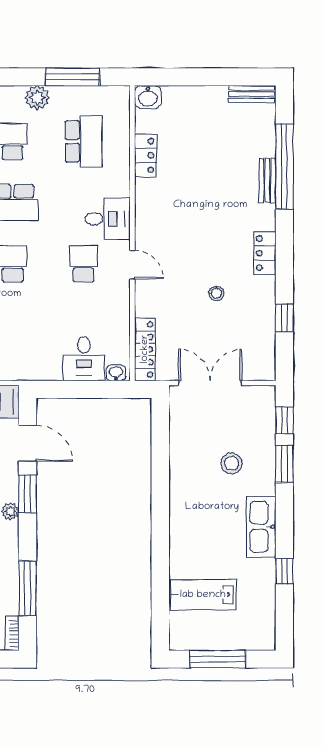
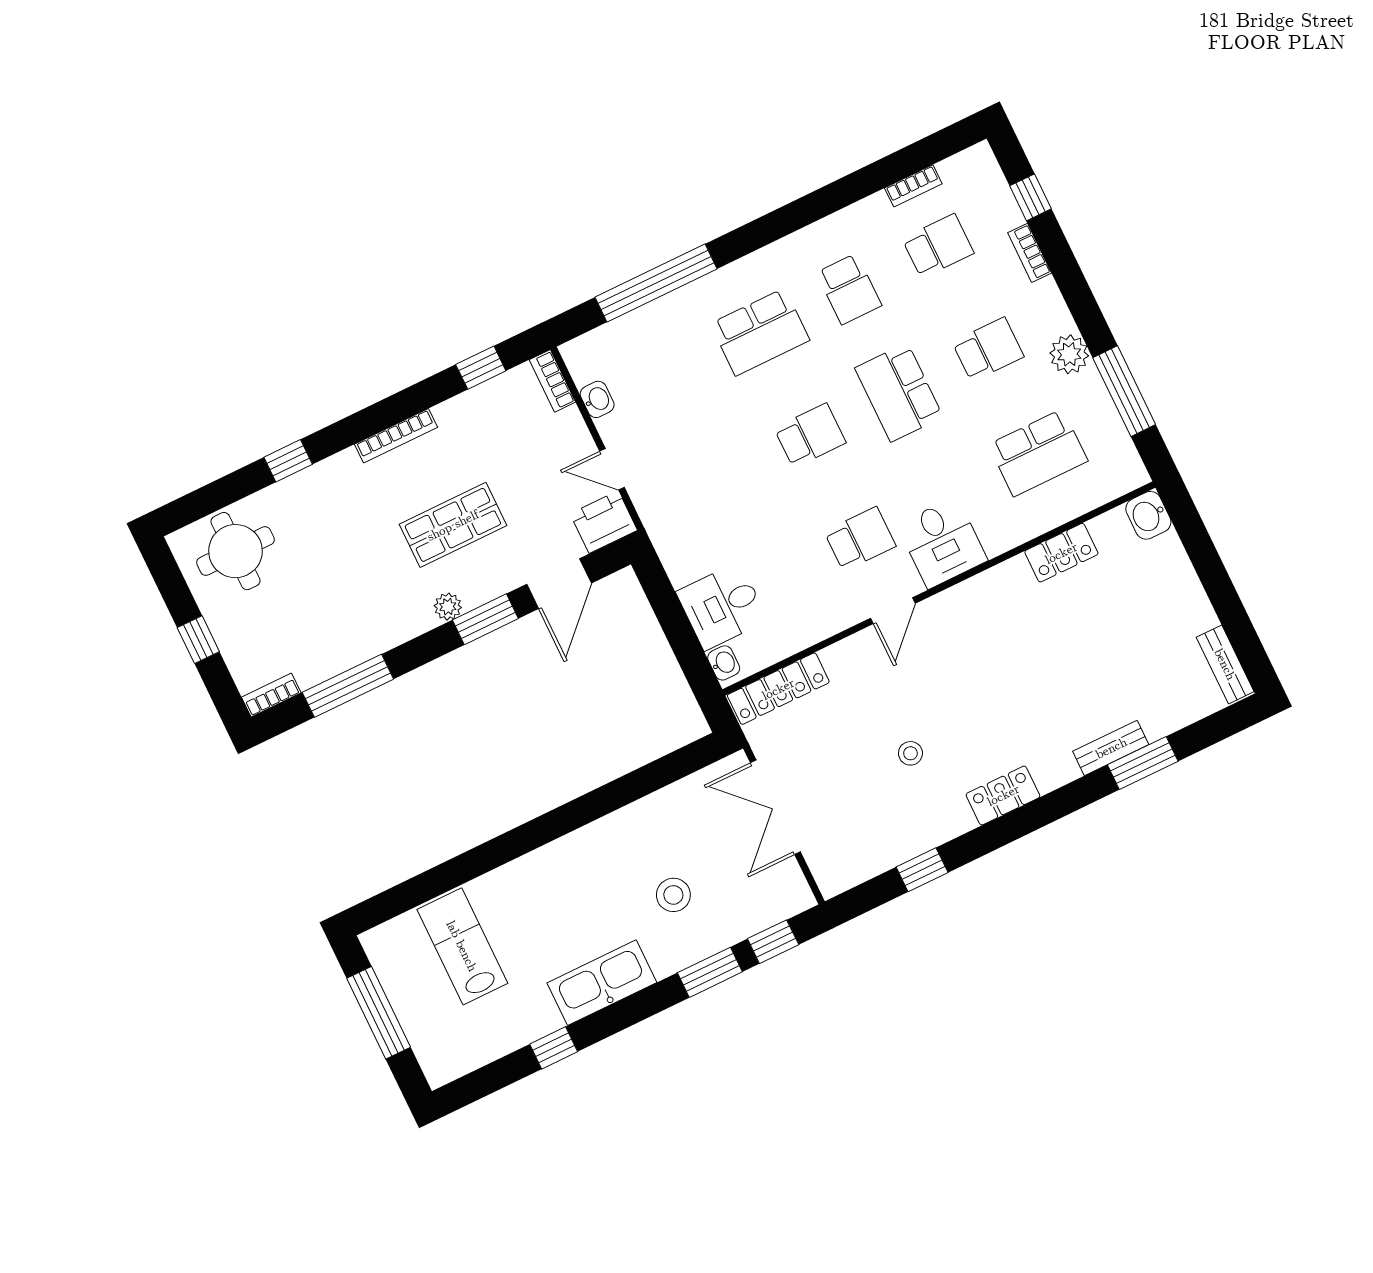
window: (284, 167) -> (1143, 763), width x0.47
double door: (210, 383) -> (775, 807), swing flipped

